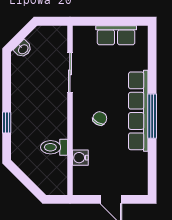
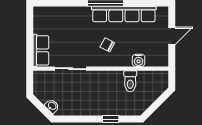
row of seats: (116, 35) -> (41, 50), moved
row of seats: (138, 111) -> (124, 14), moved

